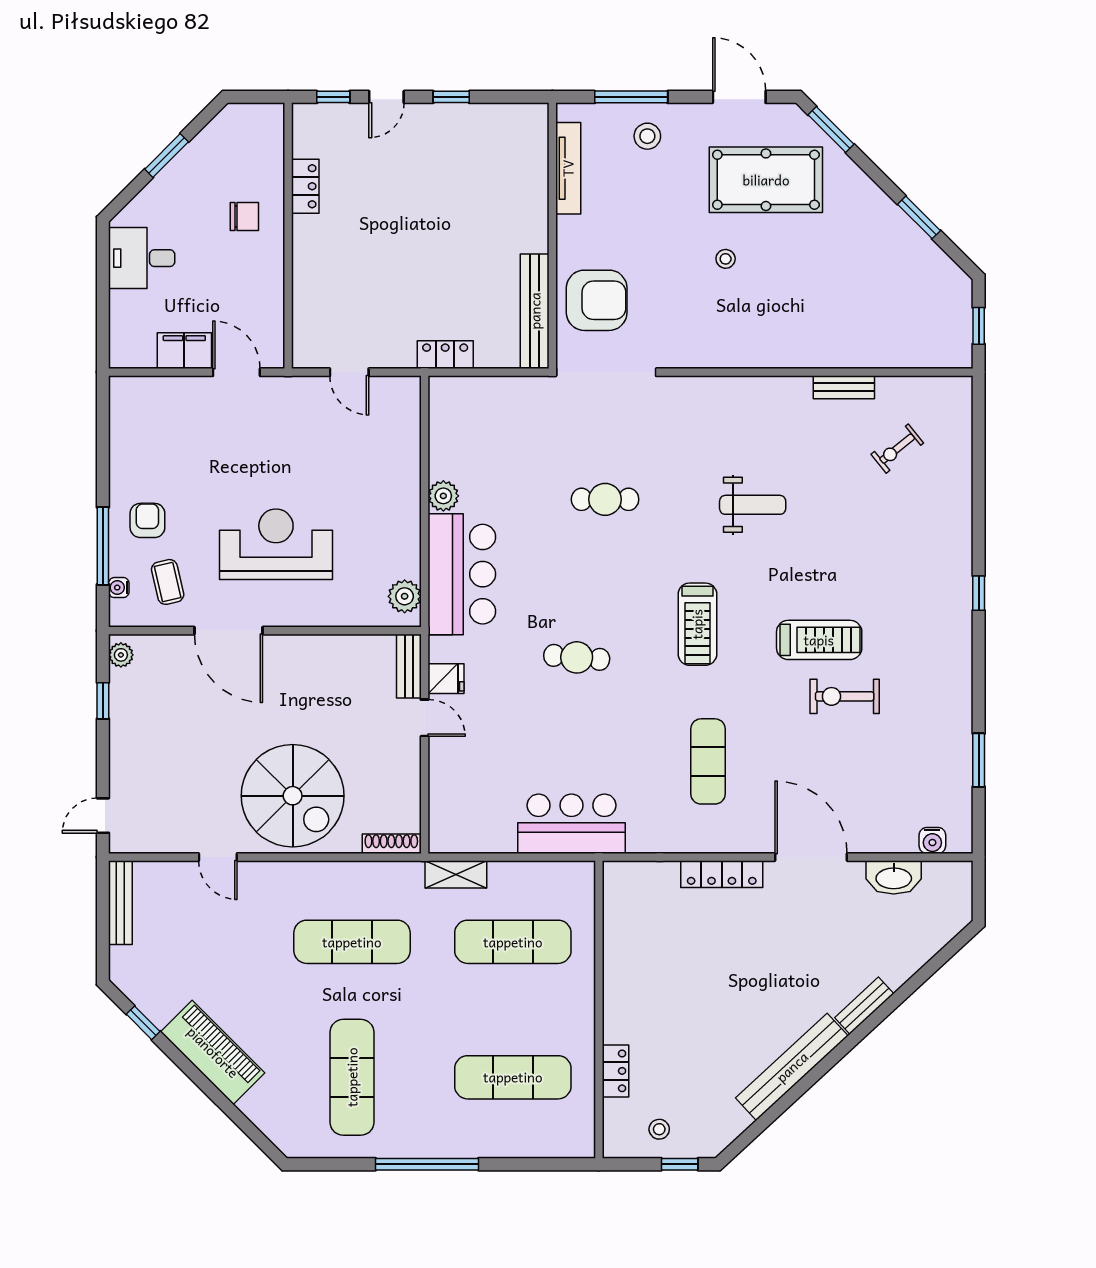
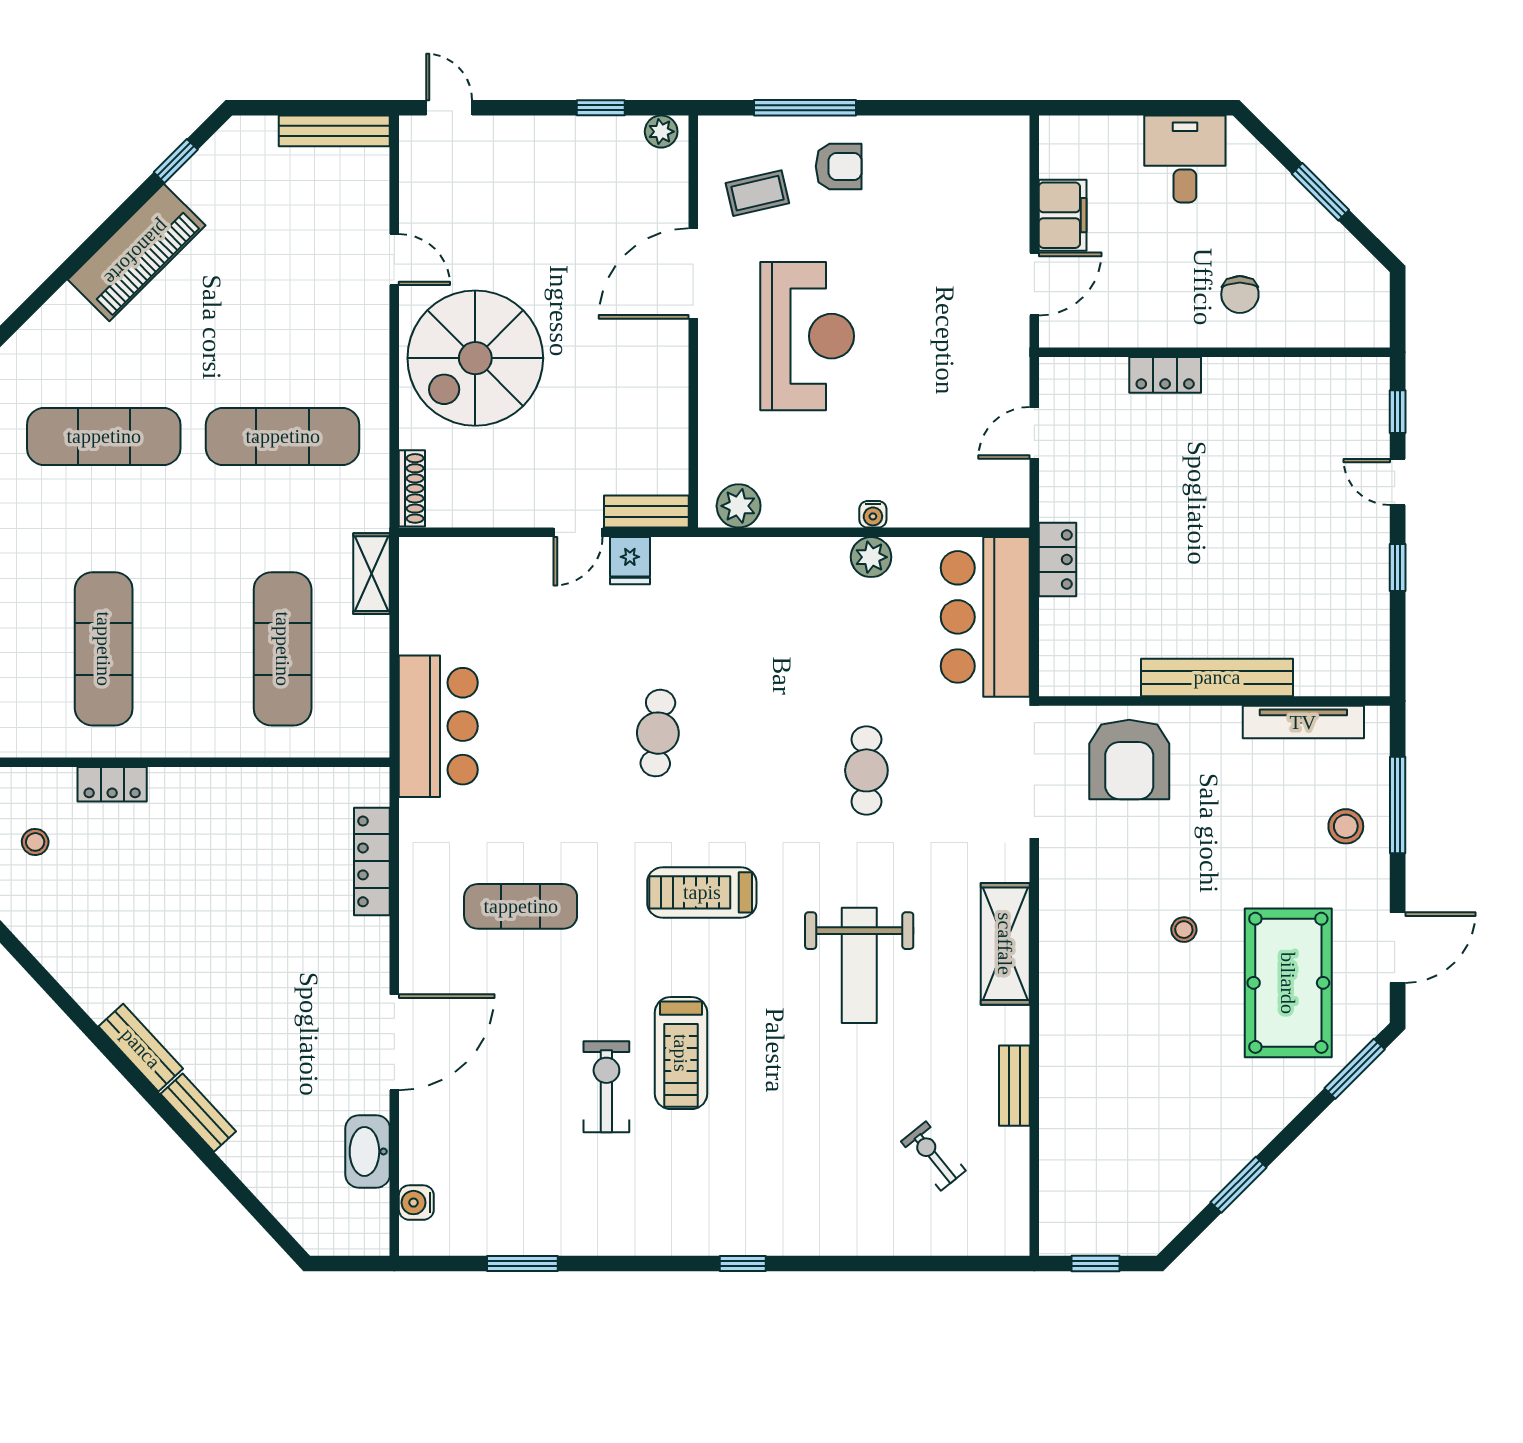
locker: (305, 186) -> (1165, 375), moved
bench: (535, 311) -> (1217, 677), moved
shelving: (736, 394) -> (1005, 944), added
weight bench: (753, 505) -> (859, 965), width x1.36, depth x1.33
bar counter: (462, 574) -> (985, 617), moved, turned 90
water cooler: (119, 588) -> (873, 514), moved, turned 180
door: (218, 857) -> (394, 259), swing flipped
locker: (722, 874) -> (372, 861), moved
exercise mat: (352, 942) -> (283, 436), turned 90
bench: (792, 1067) -> (141, 1048), width x0.54, depth x0.82

